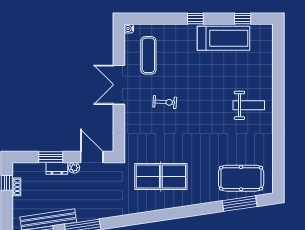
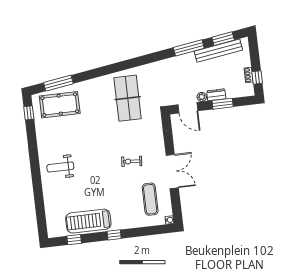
window: (278, 173) -> (29, 113), added
table tennis table: (161, 176) -> (128, 98), turned 90

